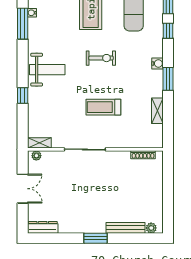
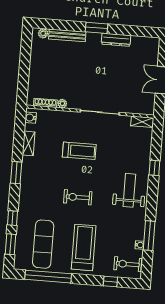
water cooler: (157, 63) -> (30, 118), moved
weight bench: (47, 70) -> (129, 190), turned 90
plant: (36, 156) -> (62, 104), moved
dresser: (43, 227) -> (116, 40), moved

